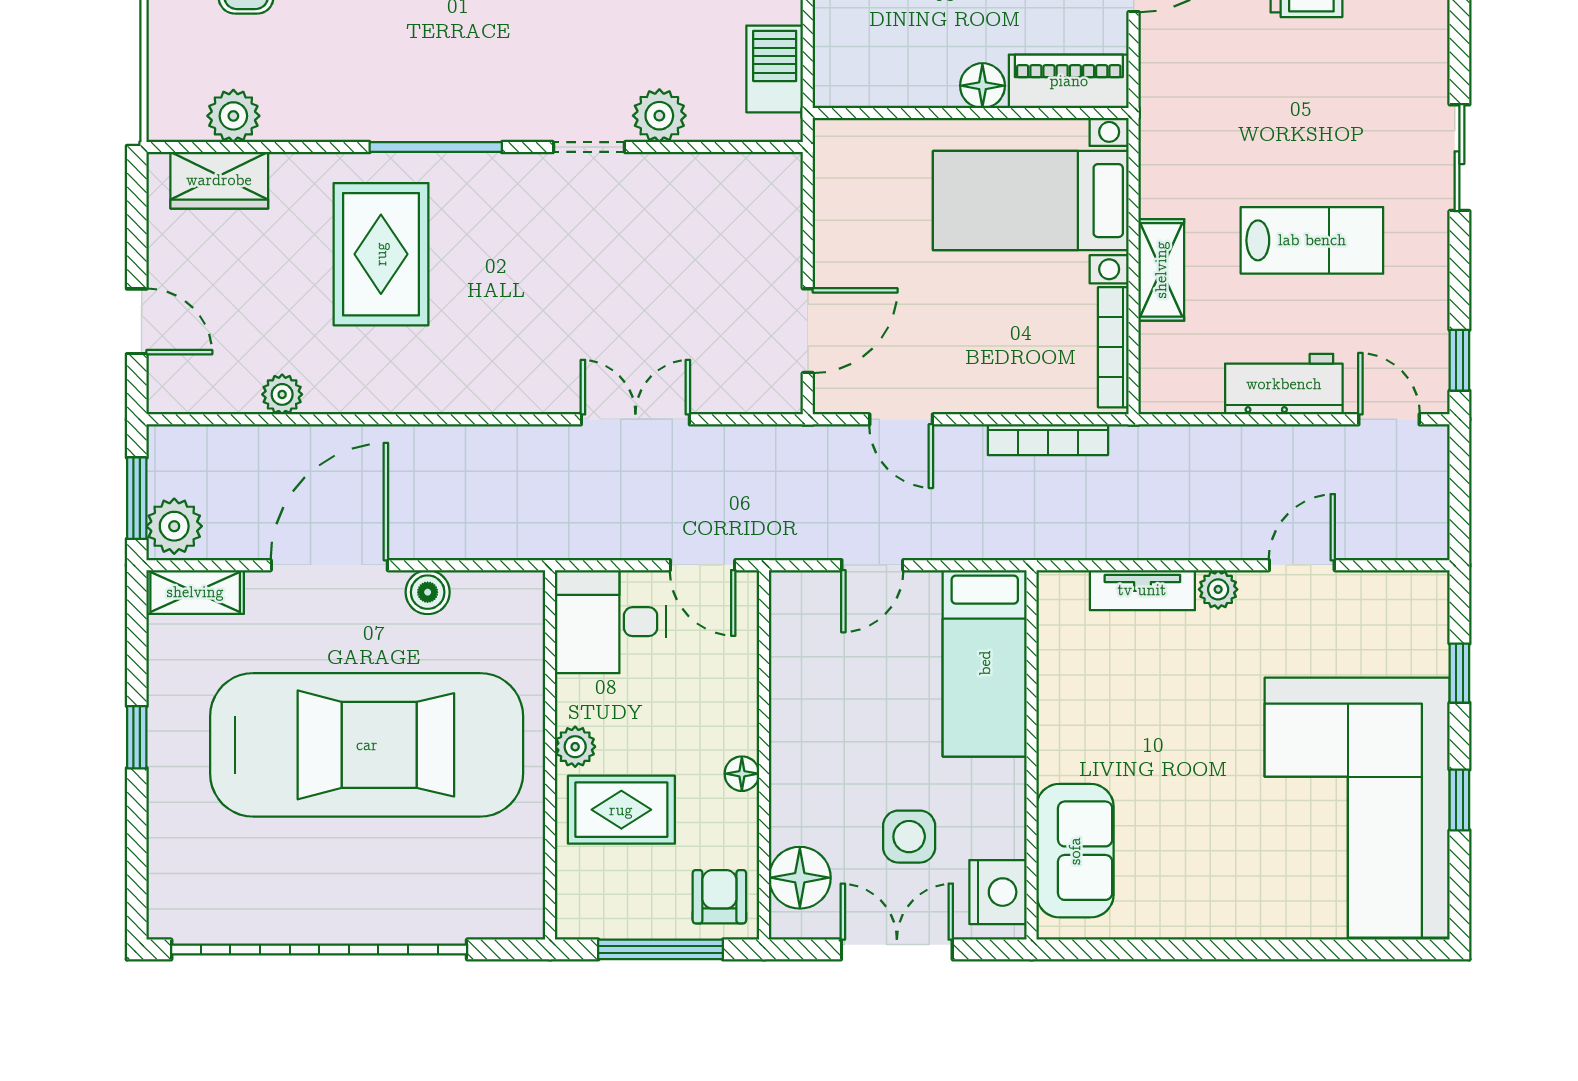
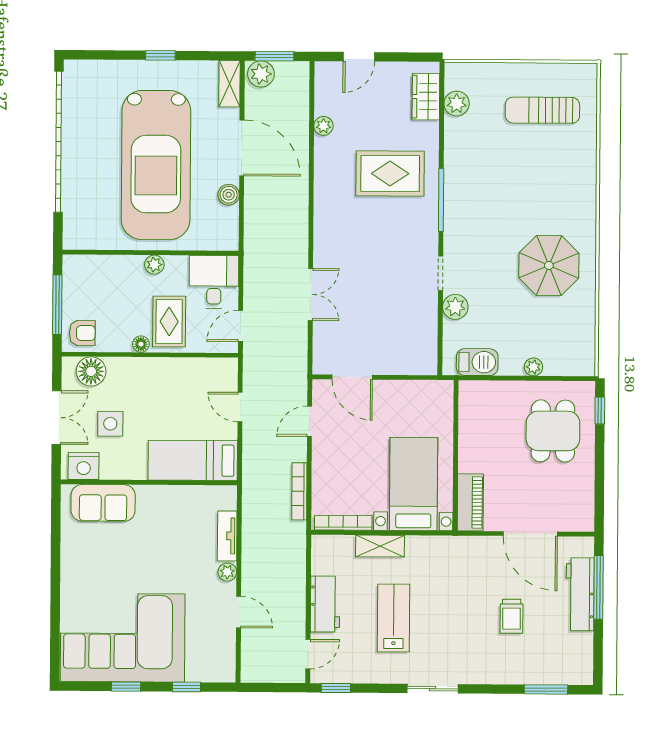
floor lamp: (982, 86) -> (469, 461), removed
lab bench: (1312, 240) -> (394, 618), turned 180
rug: (621, 810) -> (169, 322), moved

